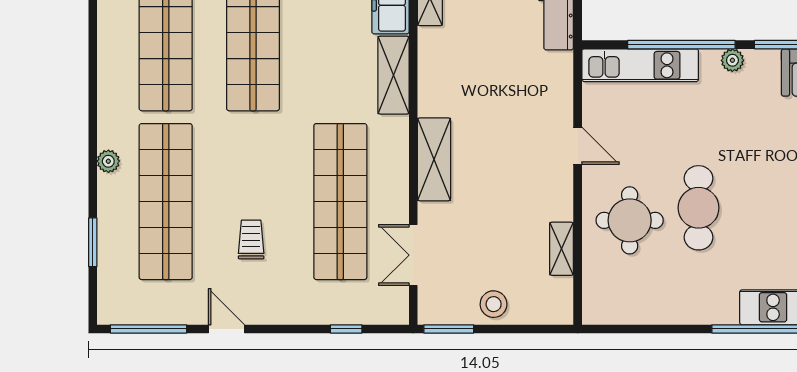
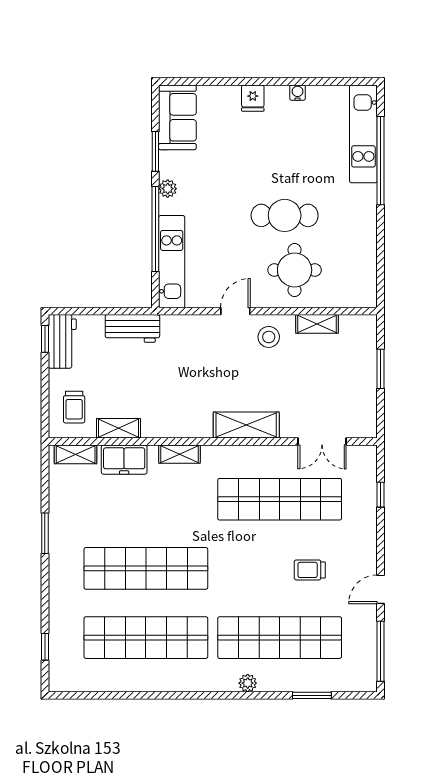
shelving: (393, 75) -> (179, 454), width x0.67, depth x0.75
stool: (494, 304) -> (269, 337), moved
window: (449, 329) -> (381, 369), moved

